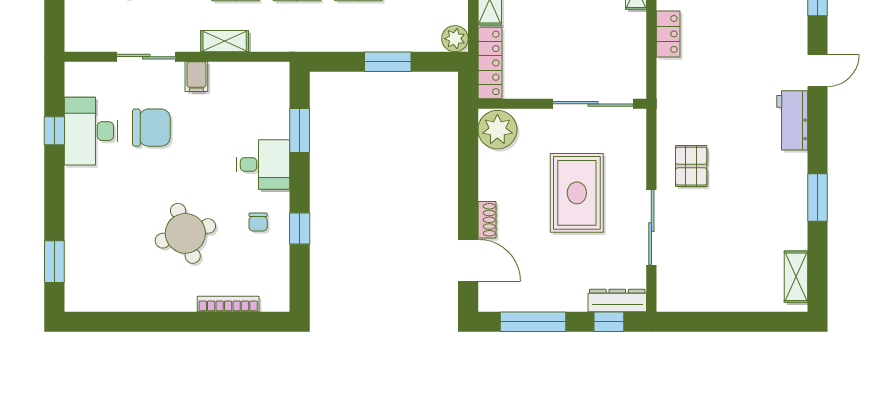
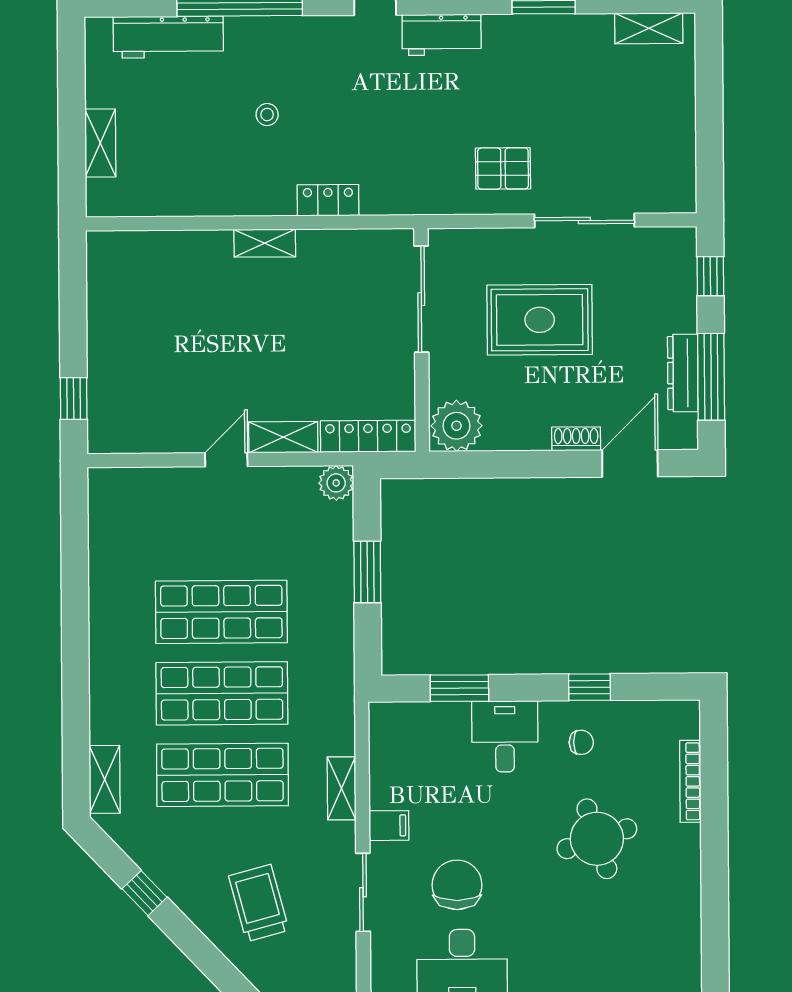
dresser: (617, 300) -> (683, 373), moved

